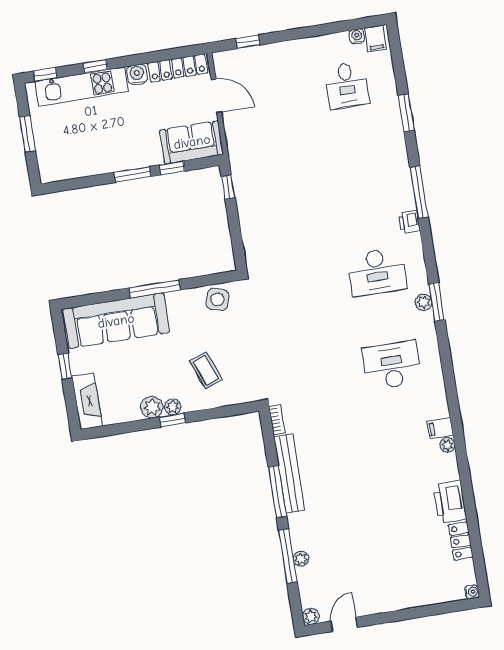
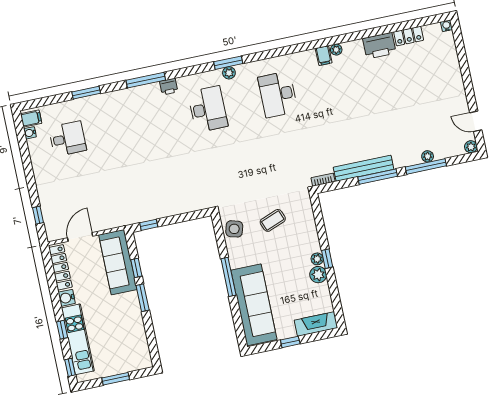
sofa: (192, 142) -> (118, 262), width x1.36
coffee table: (206, 370) -> (273, 220), moved

